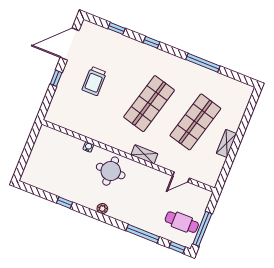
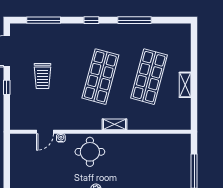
window: (117, 28) -> (44, 20), width x2.17
window: (151, 42) -> (91, 20), moved
door: (181, 177) -> (45, 132), moved
cafe table: (182, 222) -> (173, 172), removed

